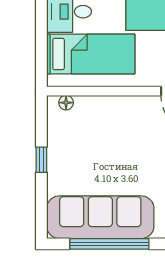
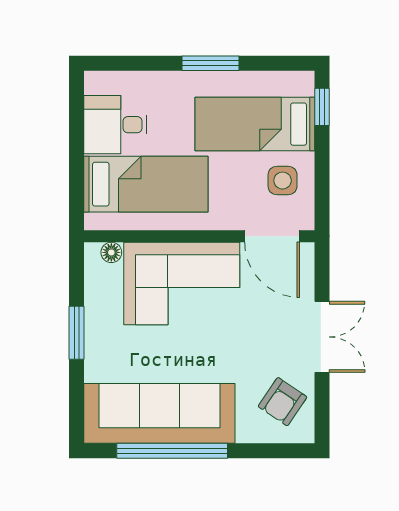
corner sofa: (116, 125) -> (182, 284), added
window: (41, 160) -> (77, 333), width x1.50

